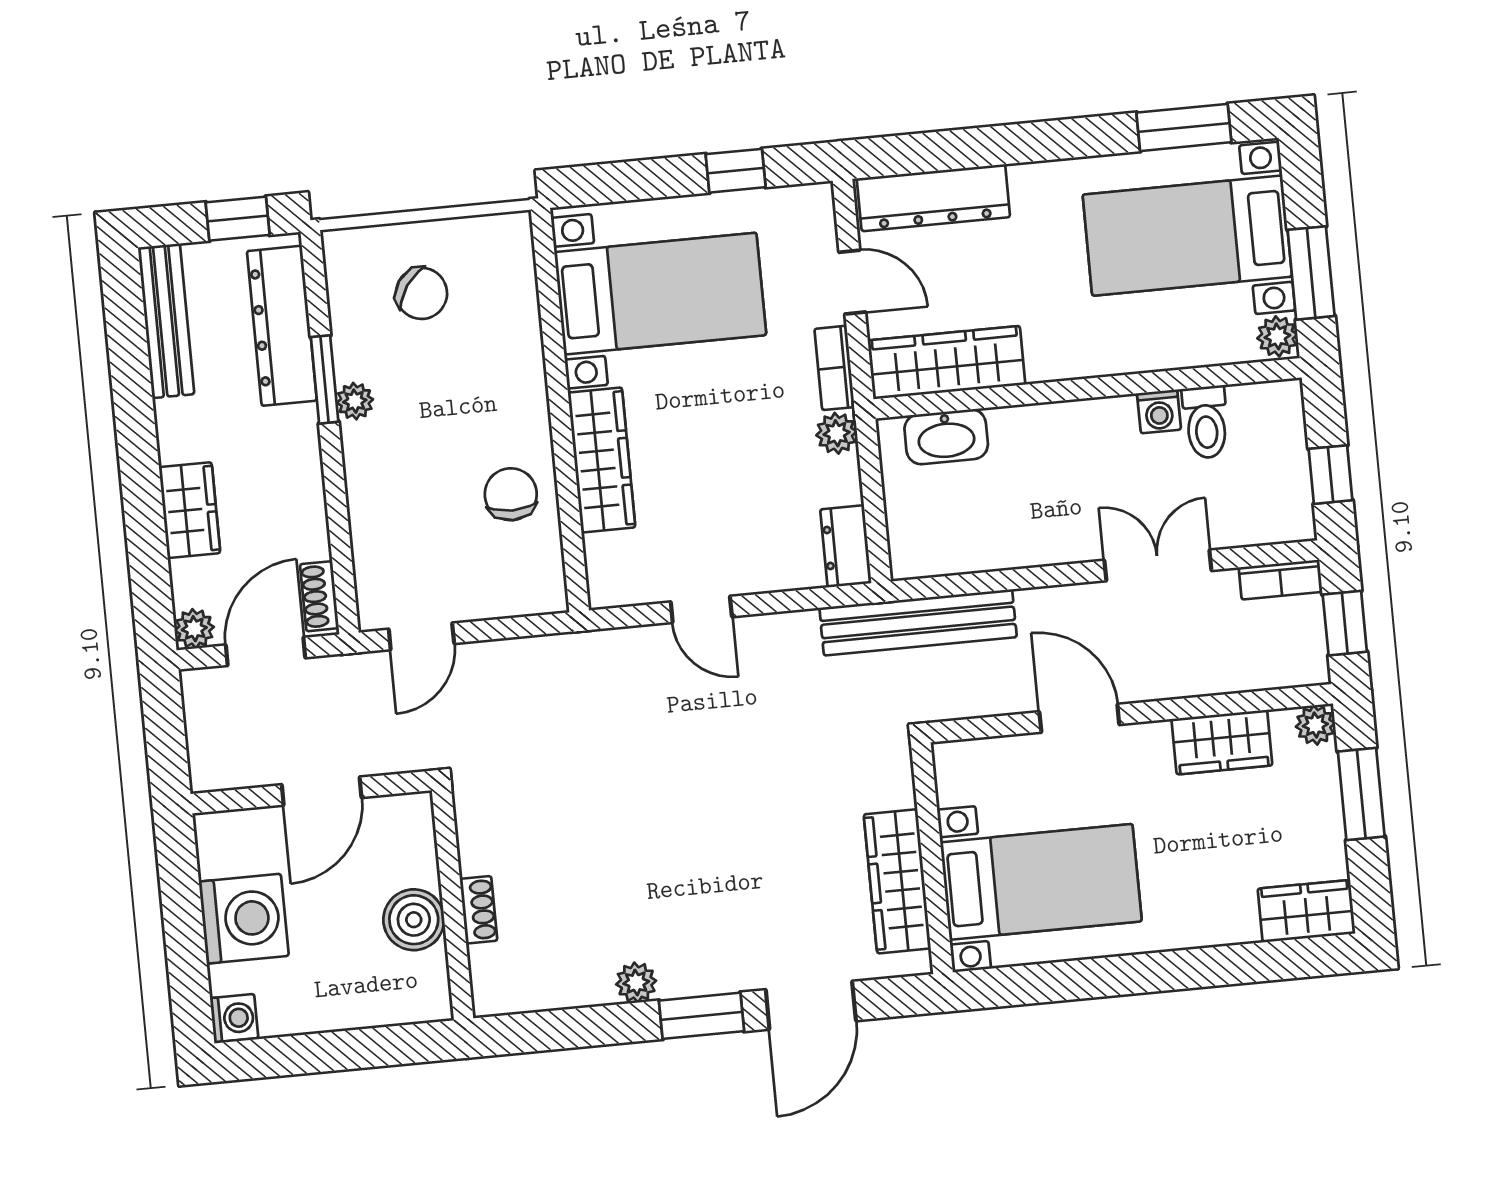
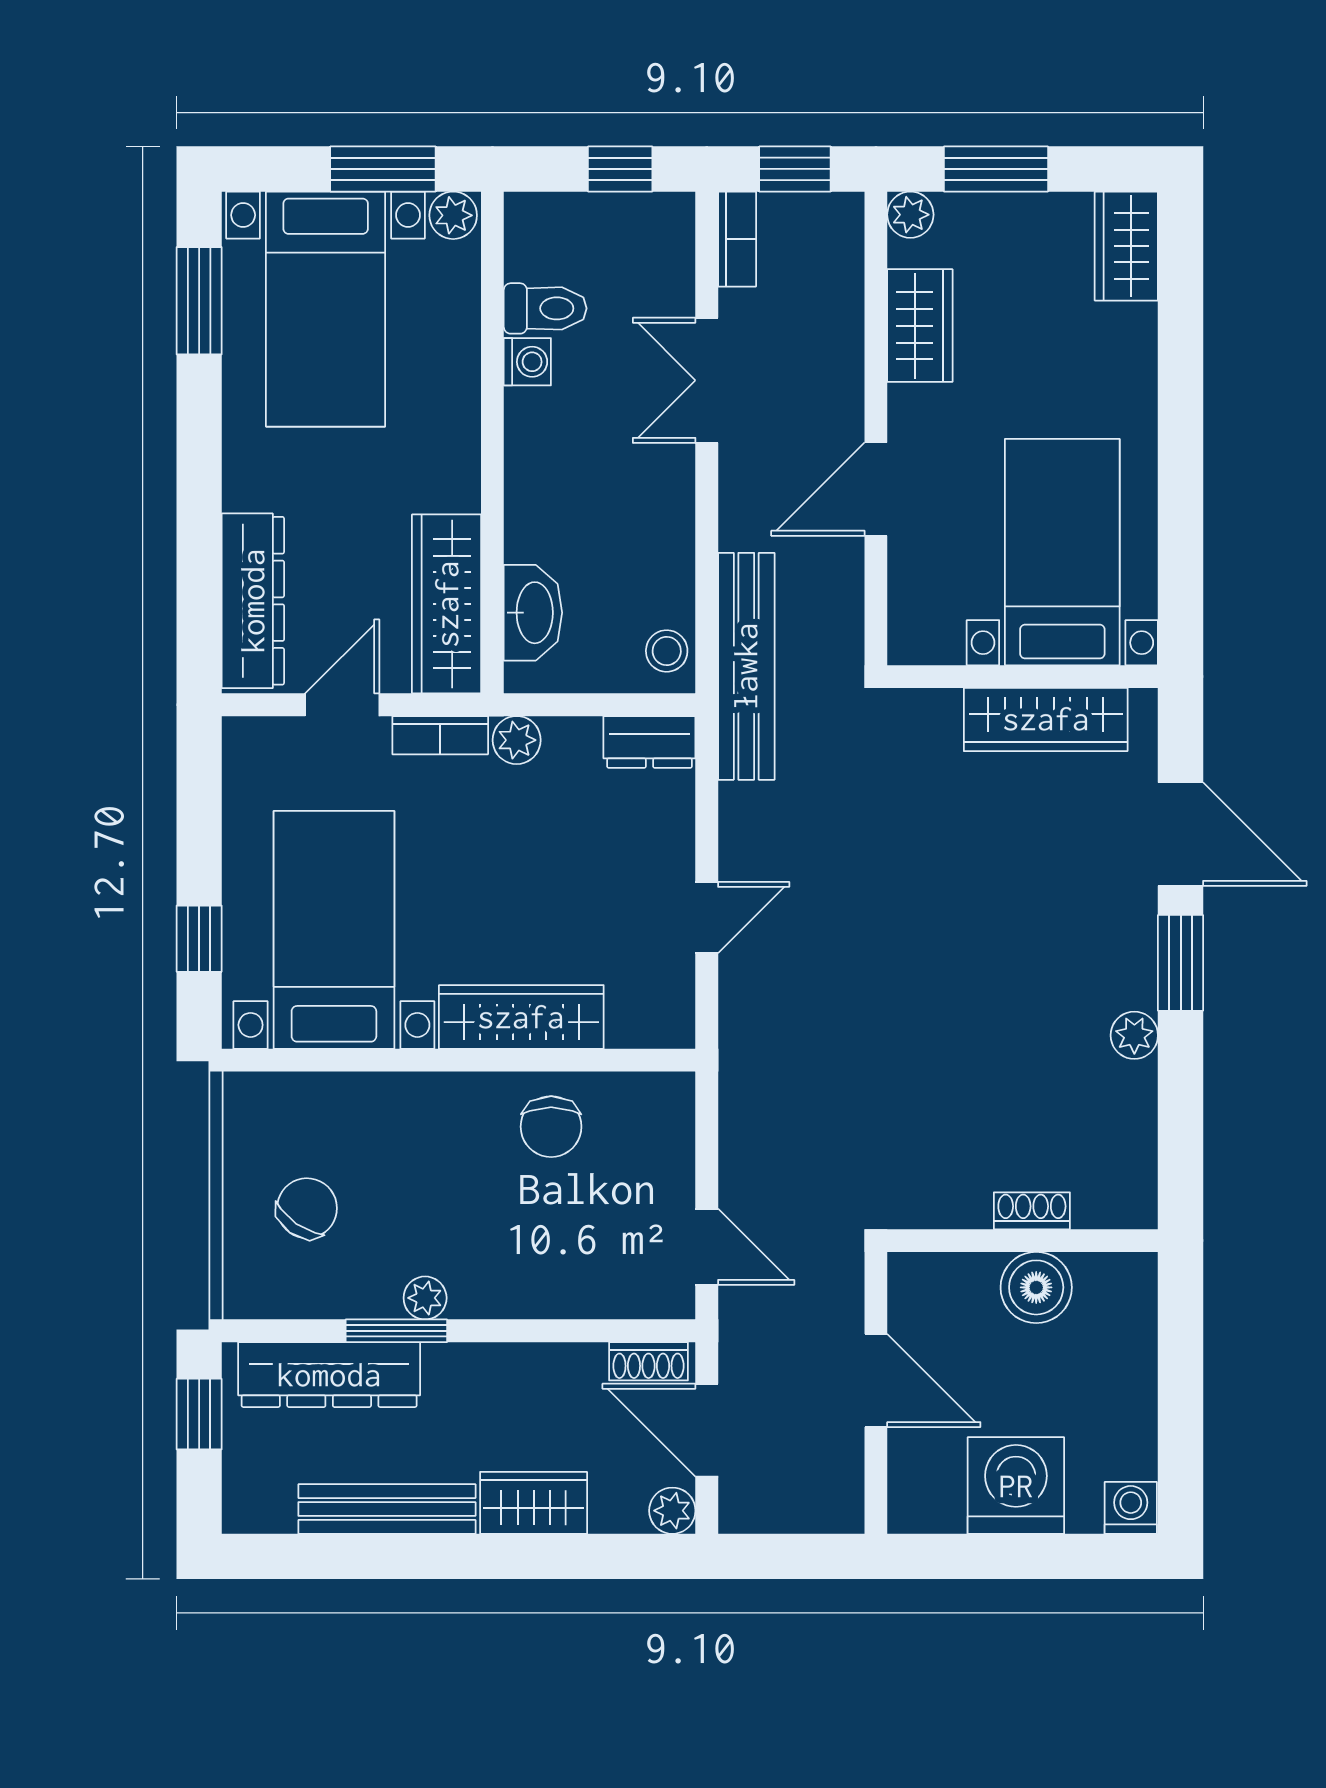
window: (736, 171) -> (199, 939), moved
bench: (166, 321) -> (387, 1509), moved
chair: (511, 494) -> (551, 1127), turned -90
stool: (925, 554) -> (667, 651), added

